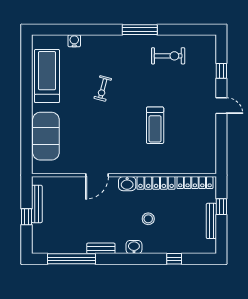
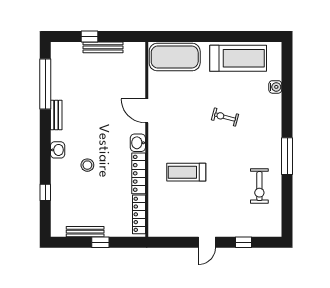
door: (97, 175) -> (147, 111), moved
wall: (124, 175) -> (147, 139), moved
locker: (156, 183) -> (139, 173), moved
locker: (195, 183) -> (139, 214), moved
washbasin: (127, 184) -> (138, 143), moved

